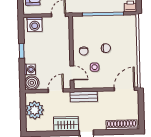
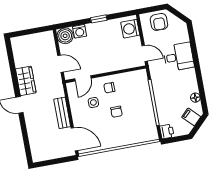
bench: (84, 97) -> (62, 113), moved
plant: (35, 110) -> (35, 44), removed
shoe rack: (122, 125) -> (34, 142), removed

